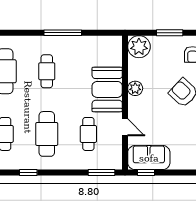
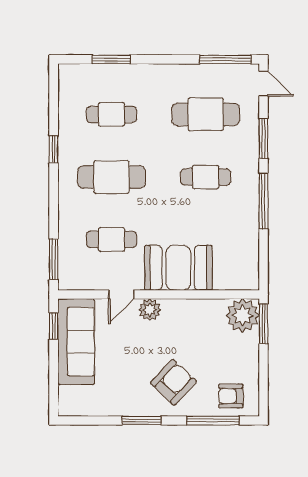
window: (21, 33) -> (264, 138), added
window: (170, 33) -> (264, 324), moved
plant: (135, 88) -> (150, 310), moved
sofa: (149, 158) -> (76, 342), width x1.36

